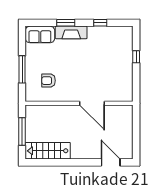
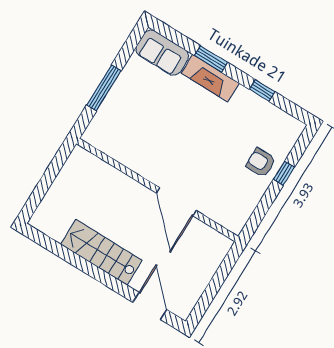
armchair: (49, 81) -> (261, 163), moved
window: (22, 132) -> (47, 180), removed
stairs: (48, 151) -> (101, 252), moved

